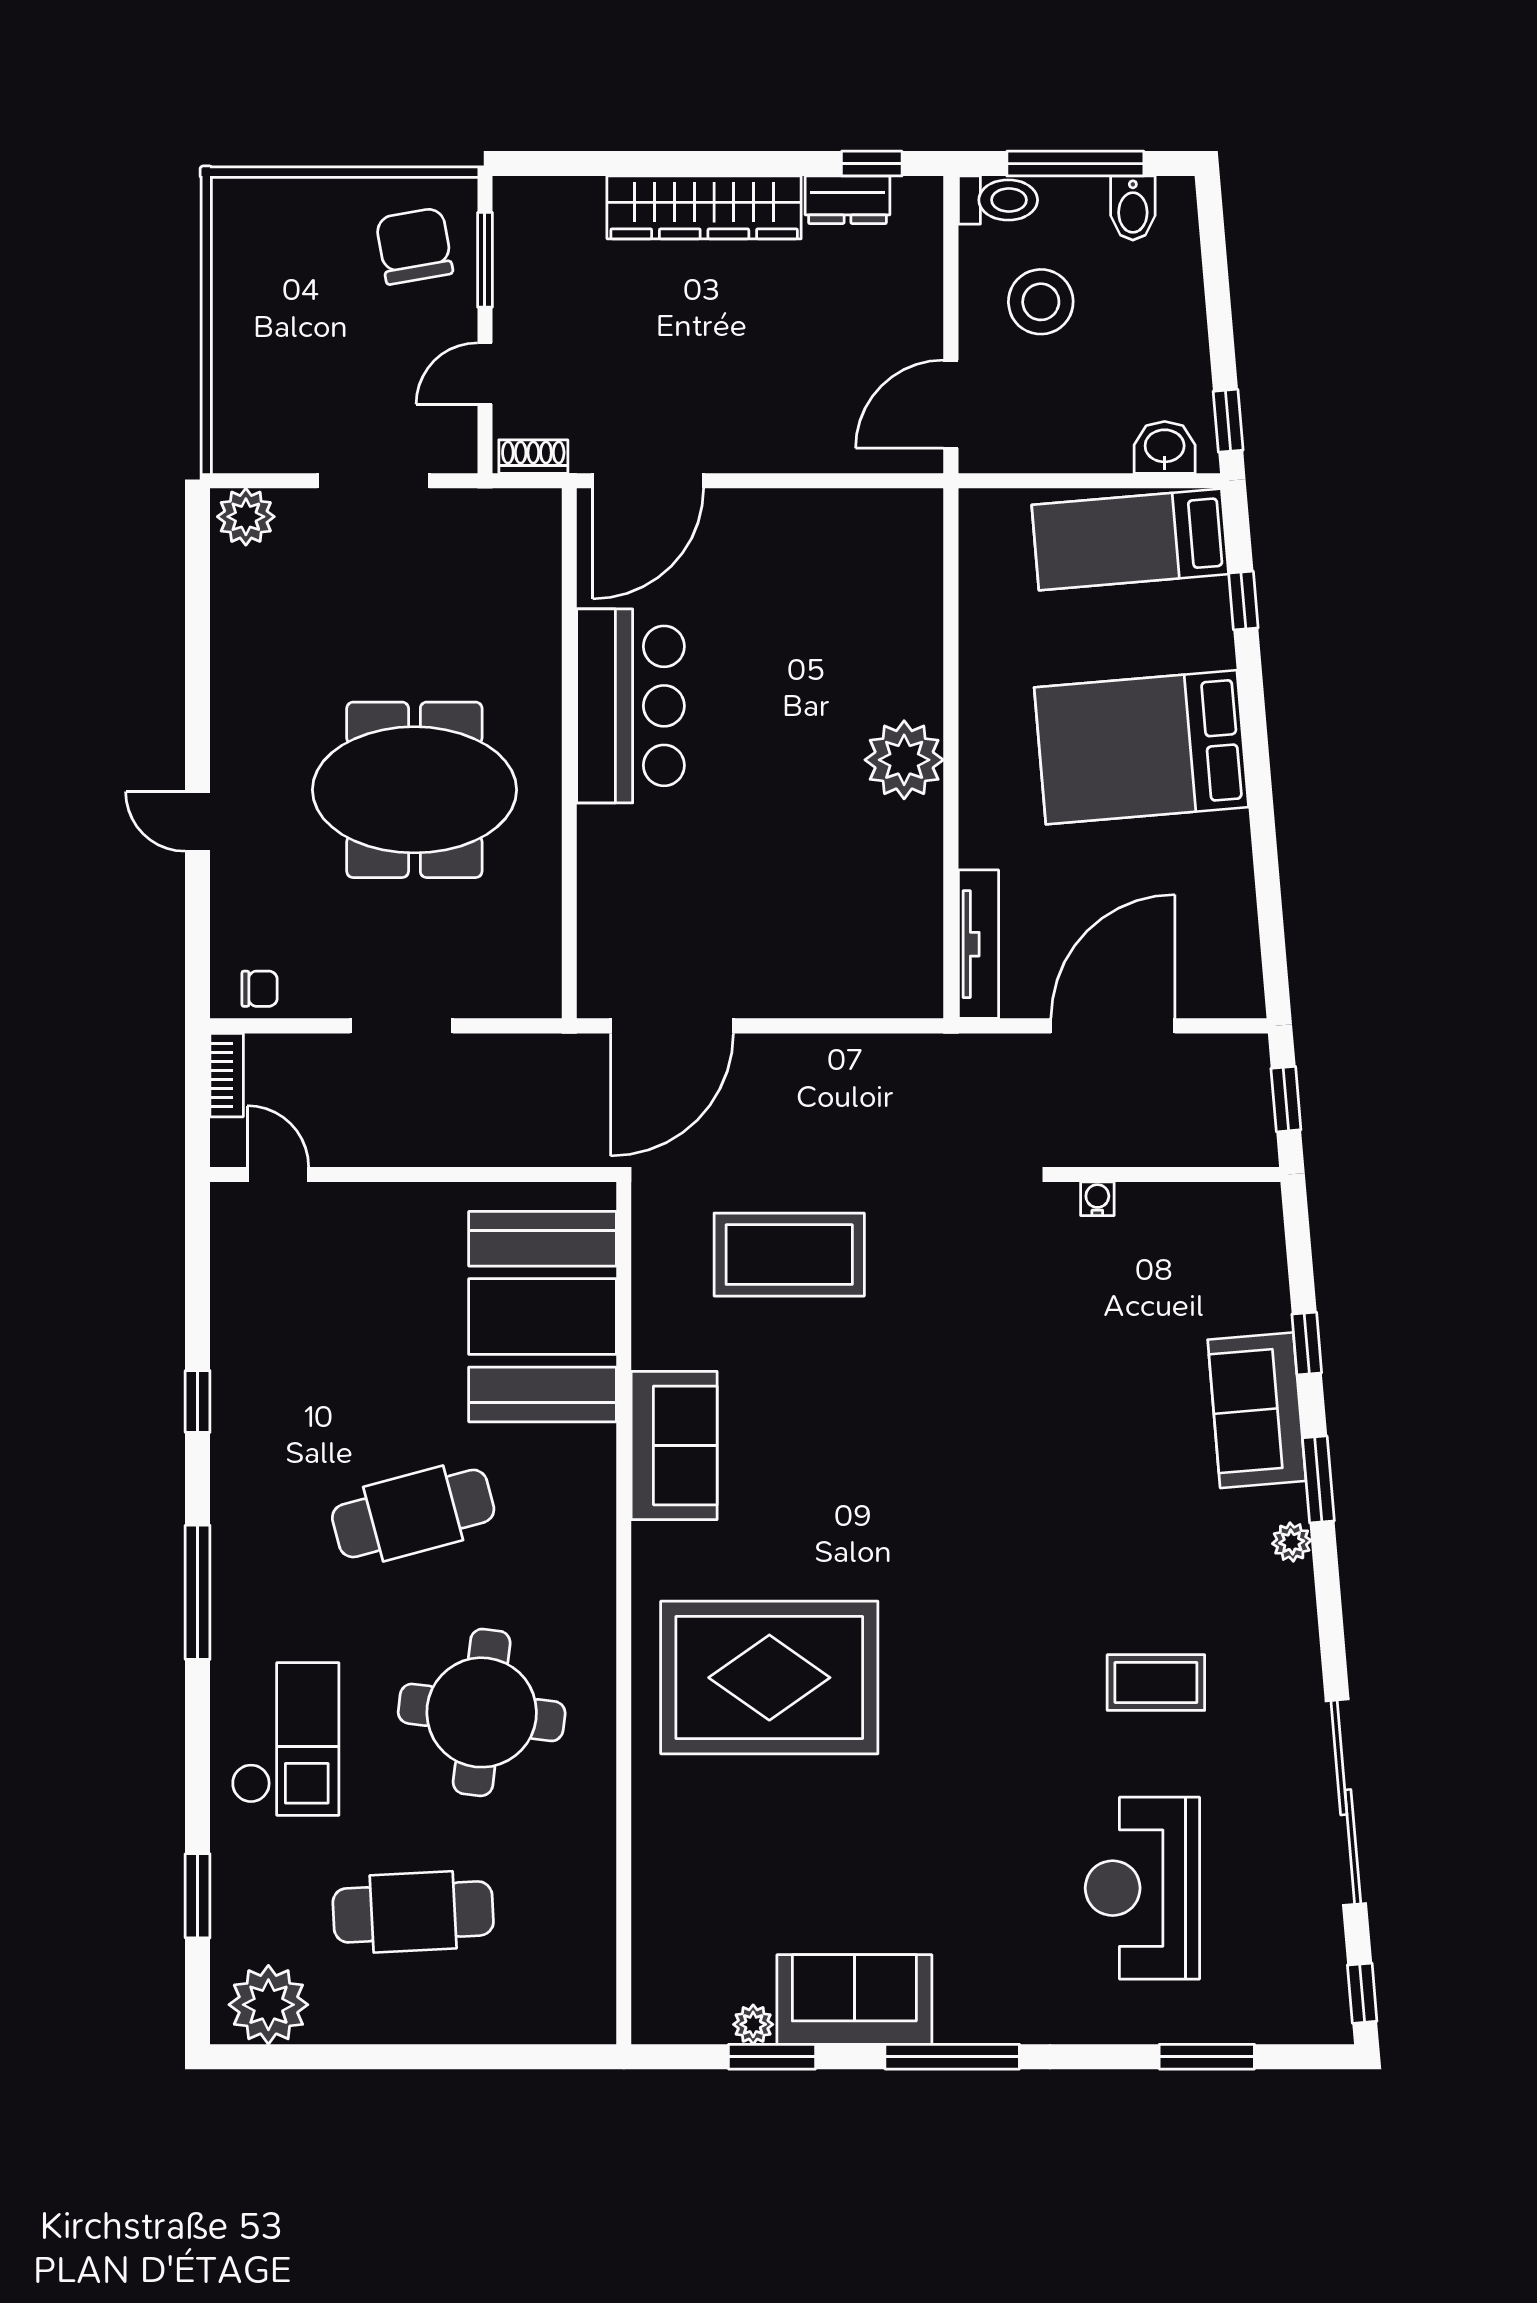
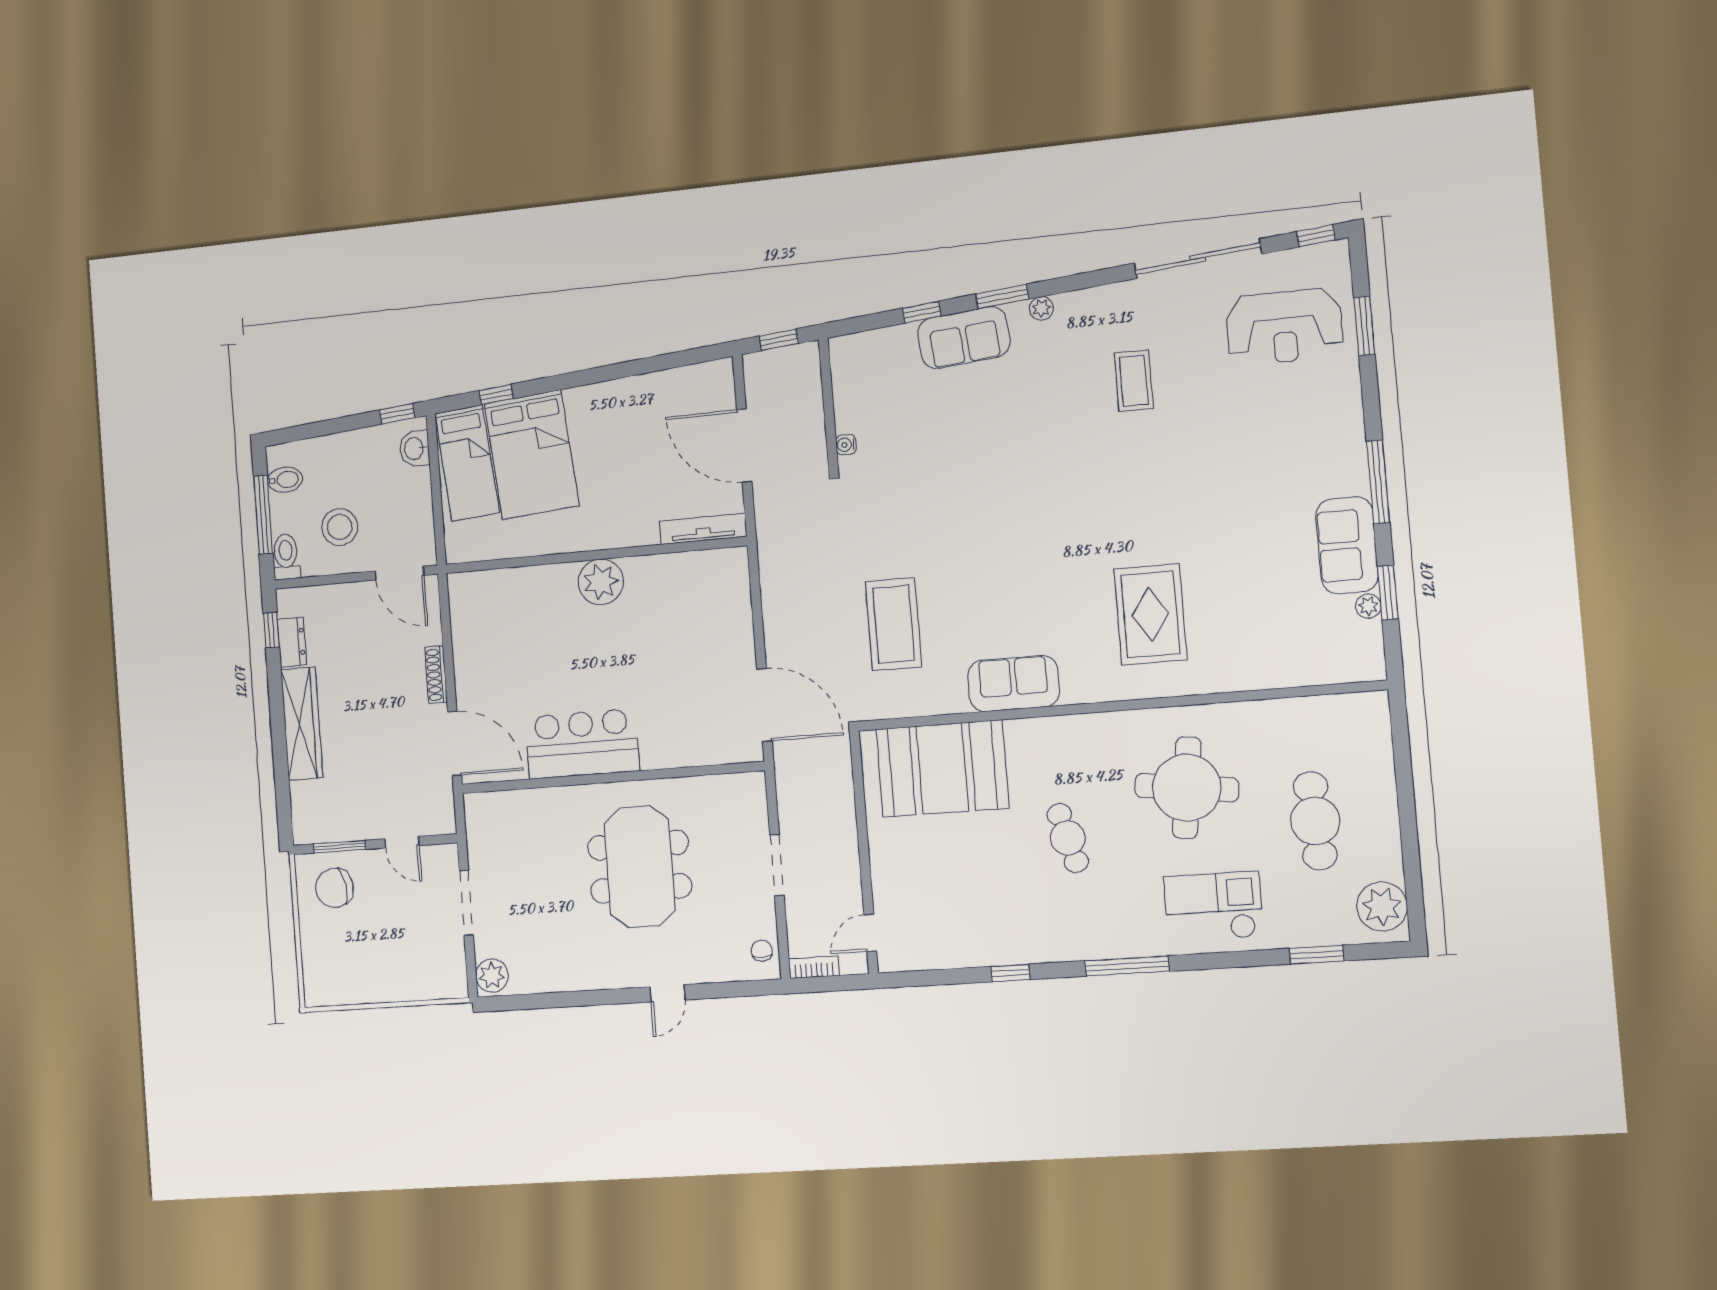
shoe rack: (533, 457) -> (436, 675), moved, width x1.43
bed: (1141, 747) -> (532, 455), moved
cafe table: (413, 1513) -> (1068, 838), width x0.73, depth x0.74
rug: (769, 1678) -> (1150, 614), width x0.73, depth x0.69
reception desk: (1142, 1888) -> (1284, 327), moved

